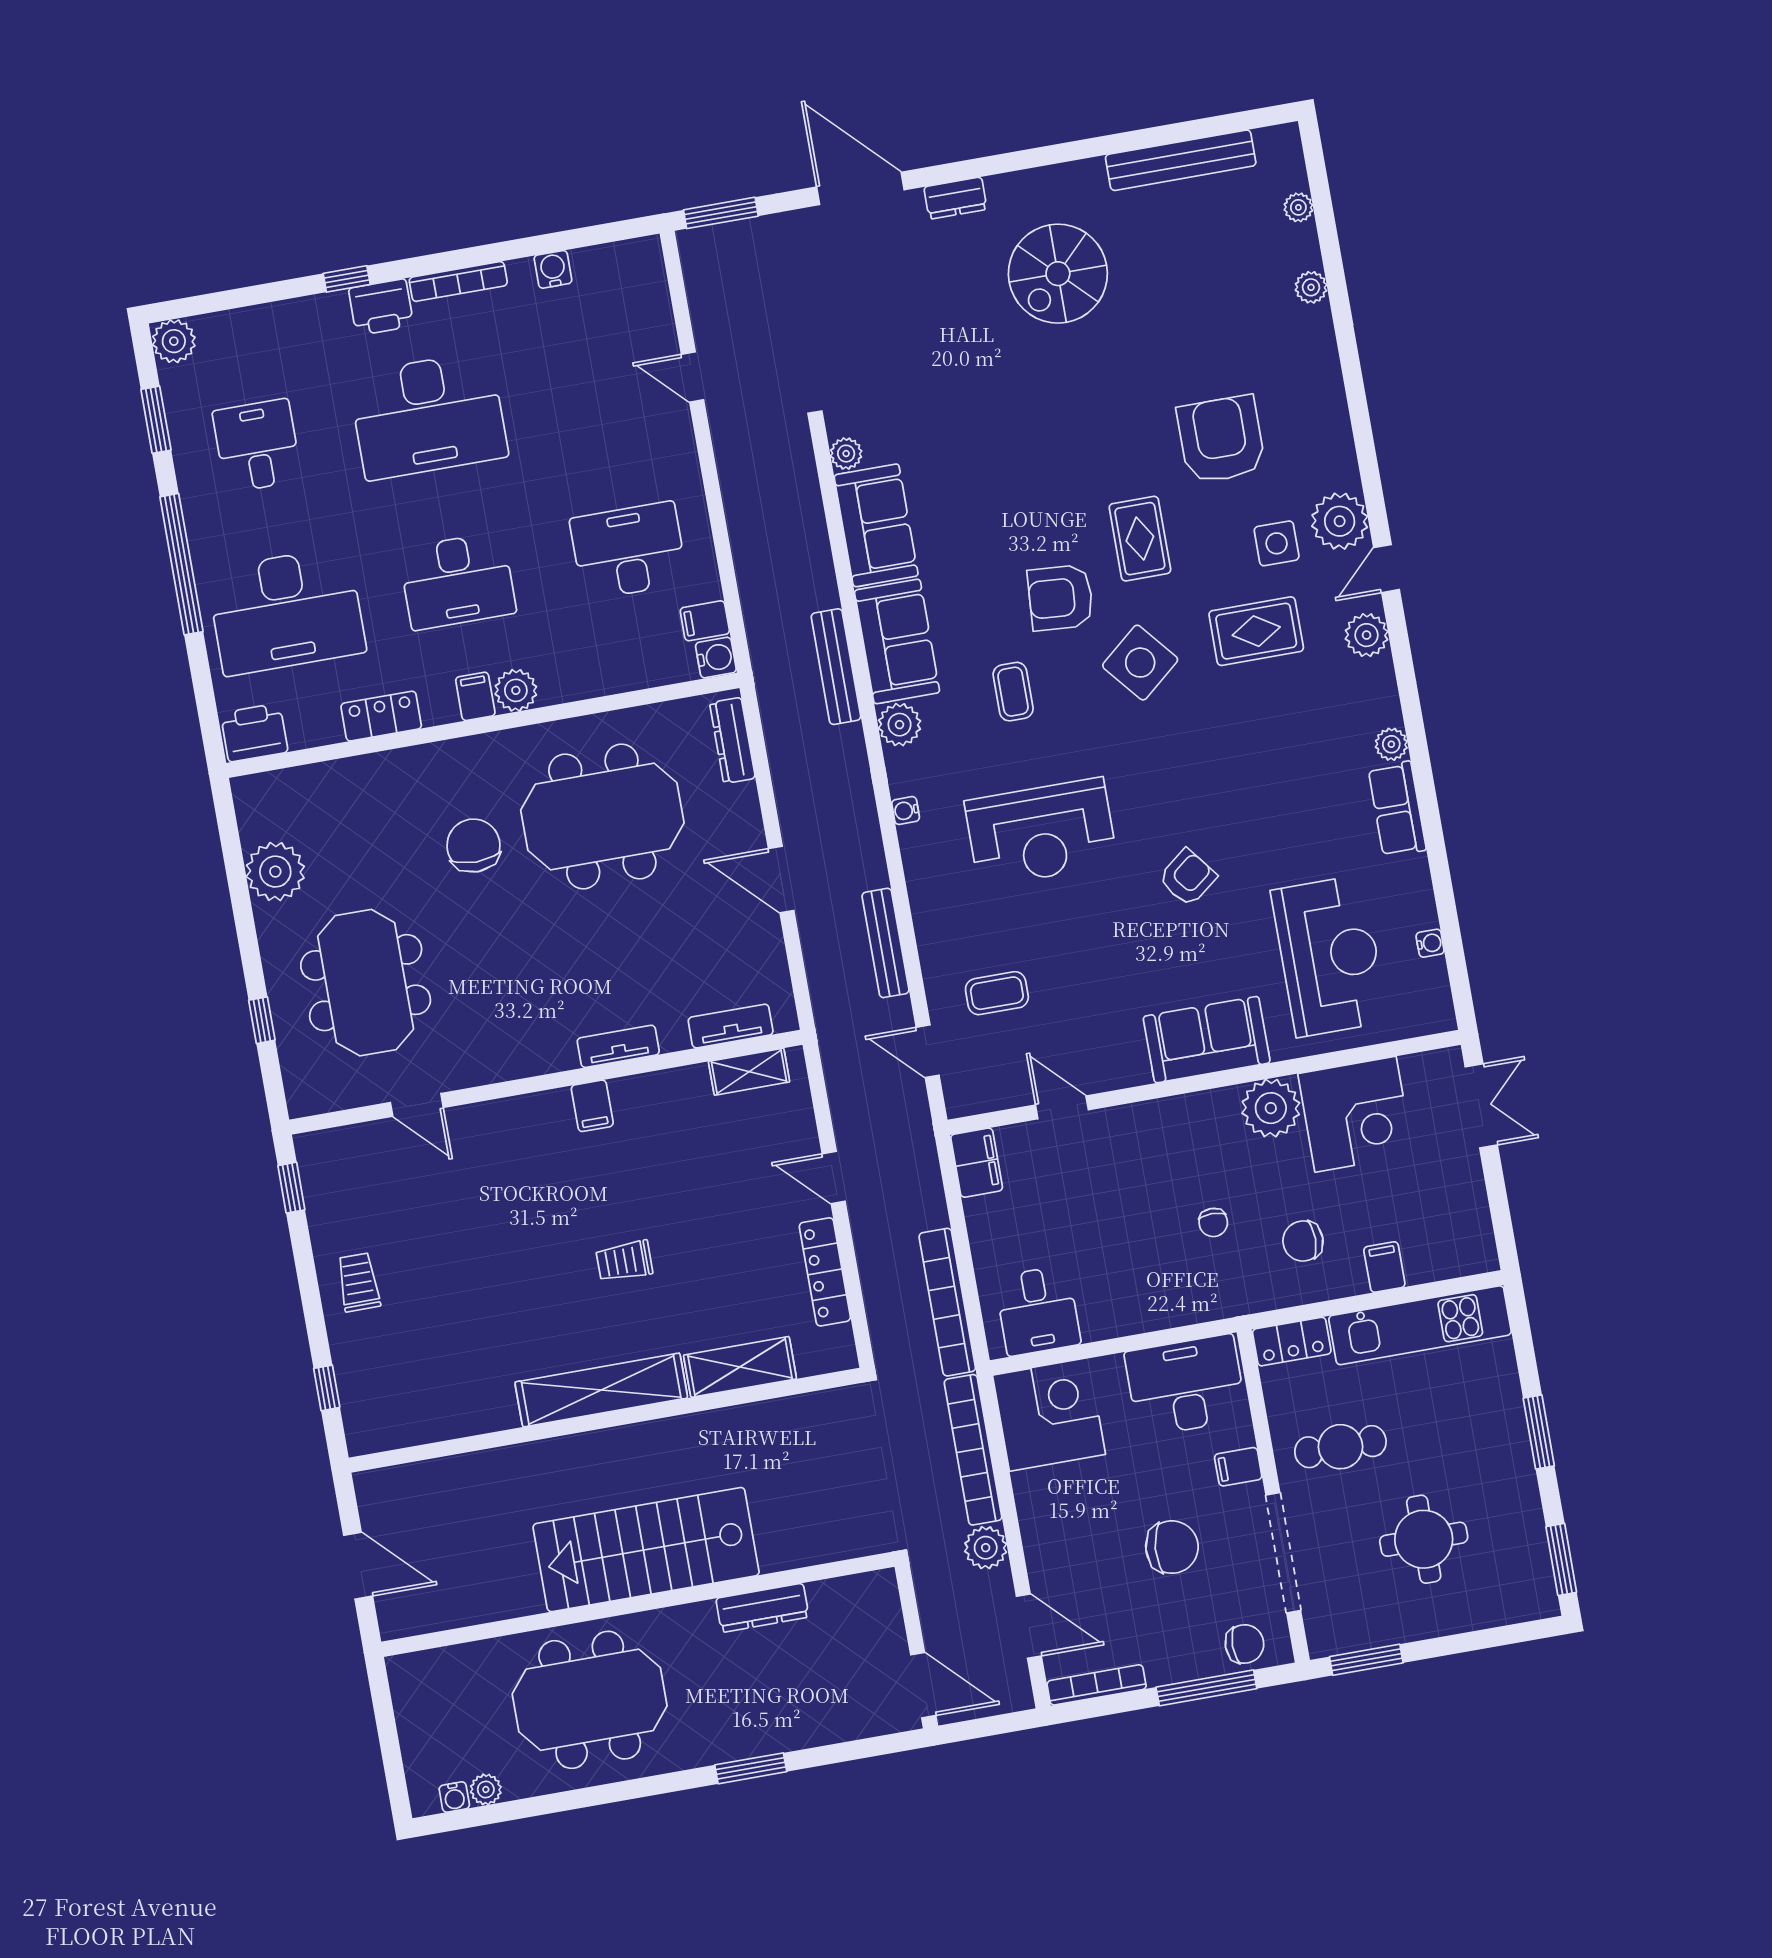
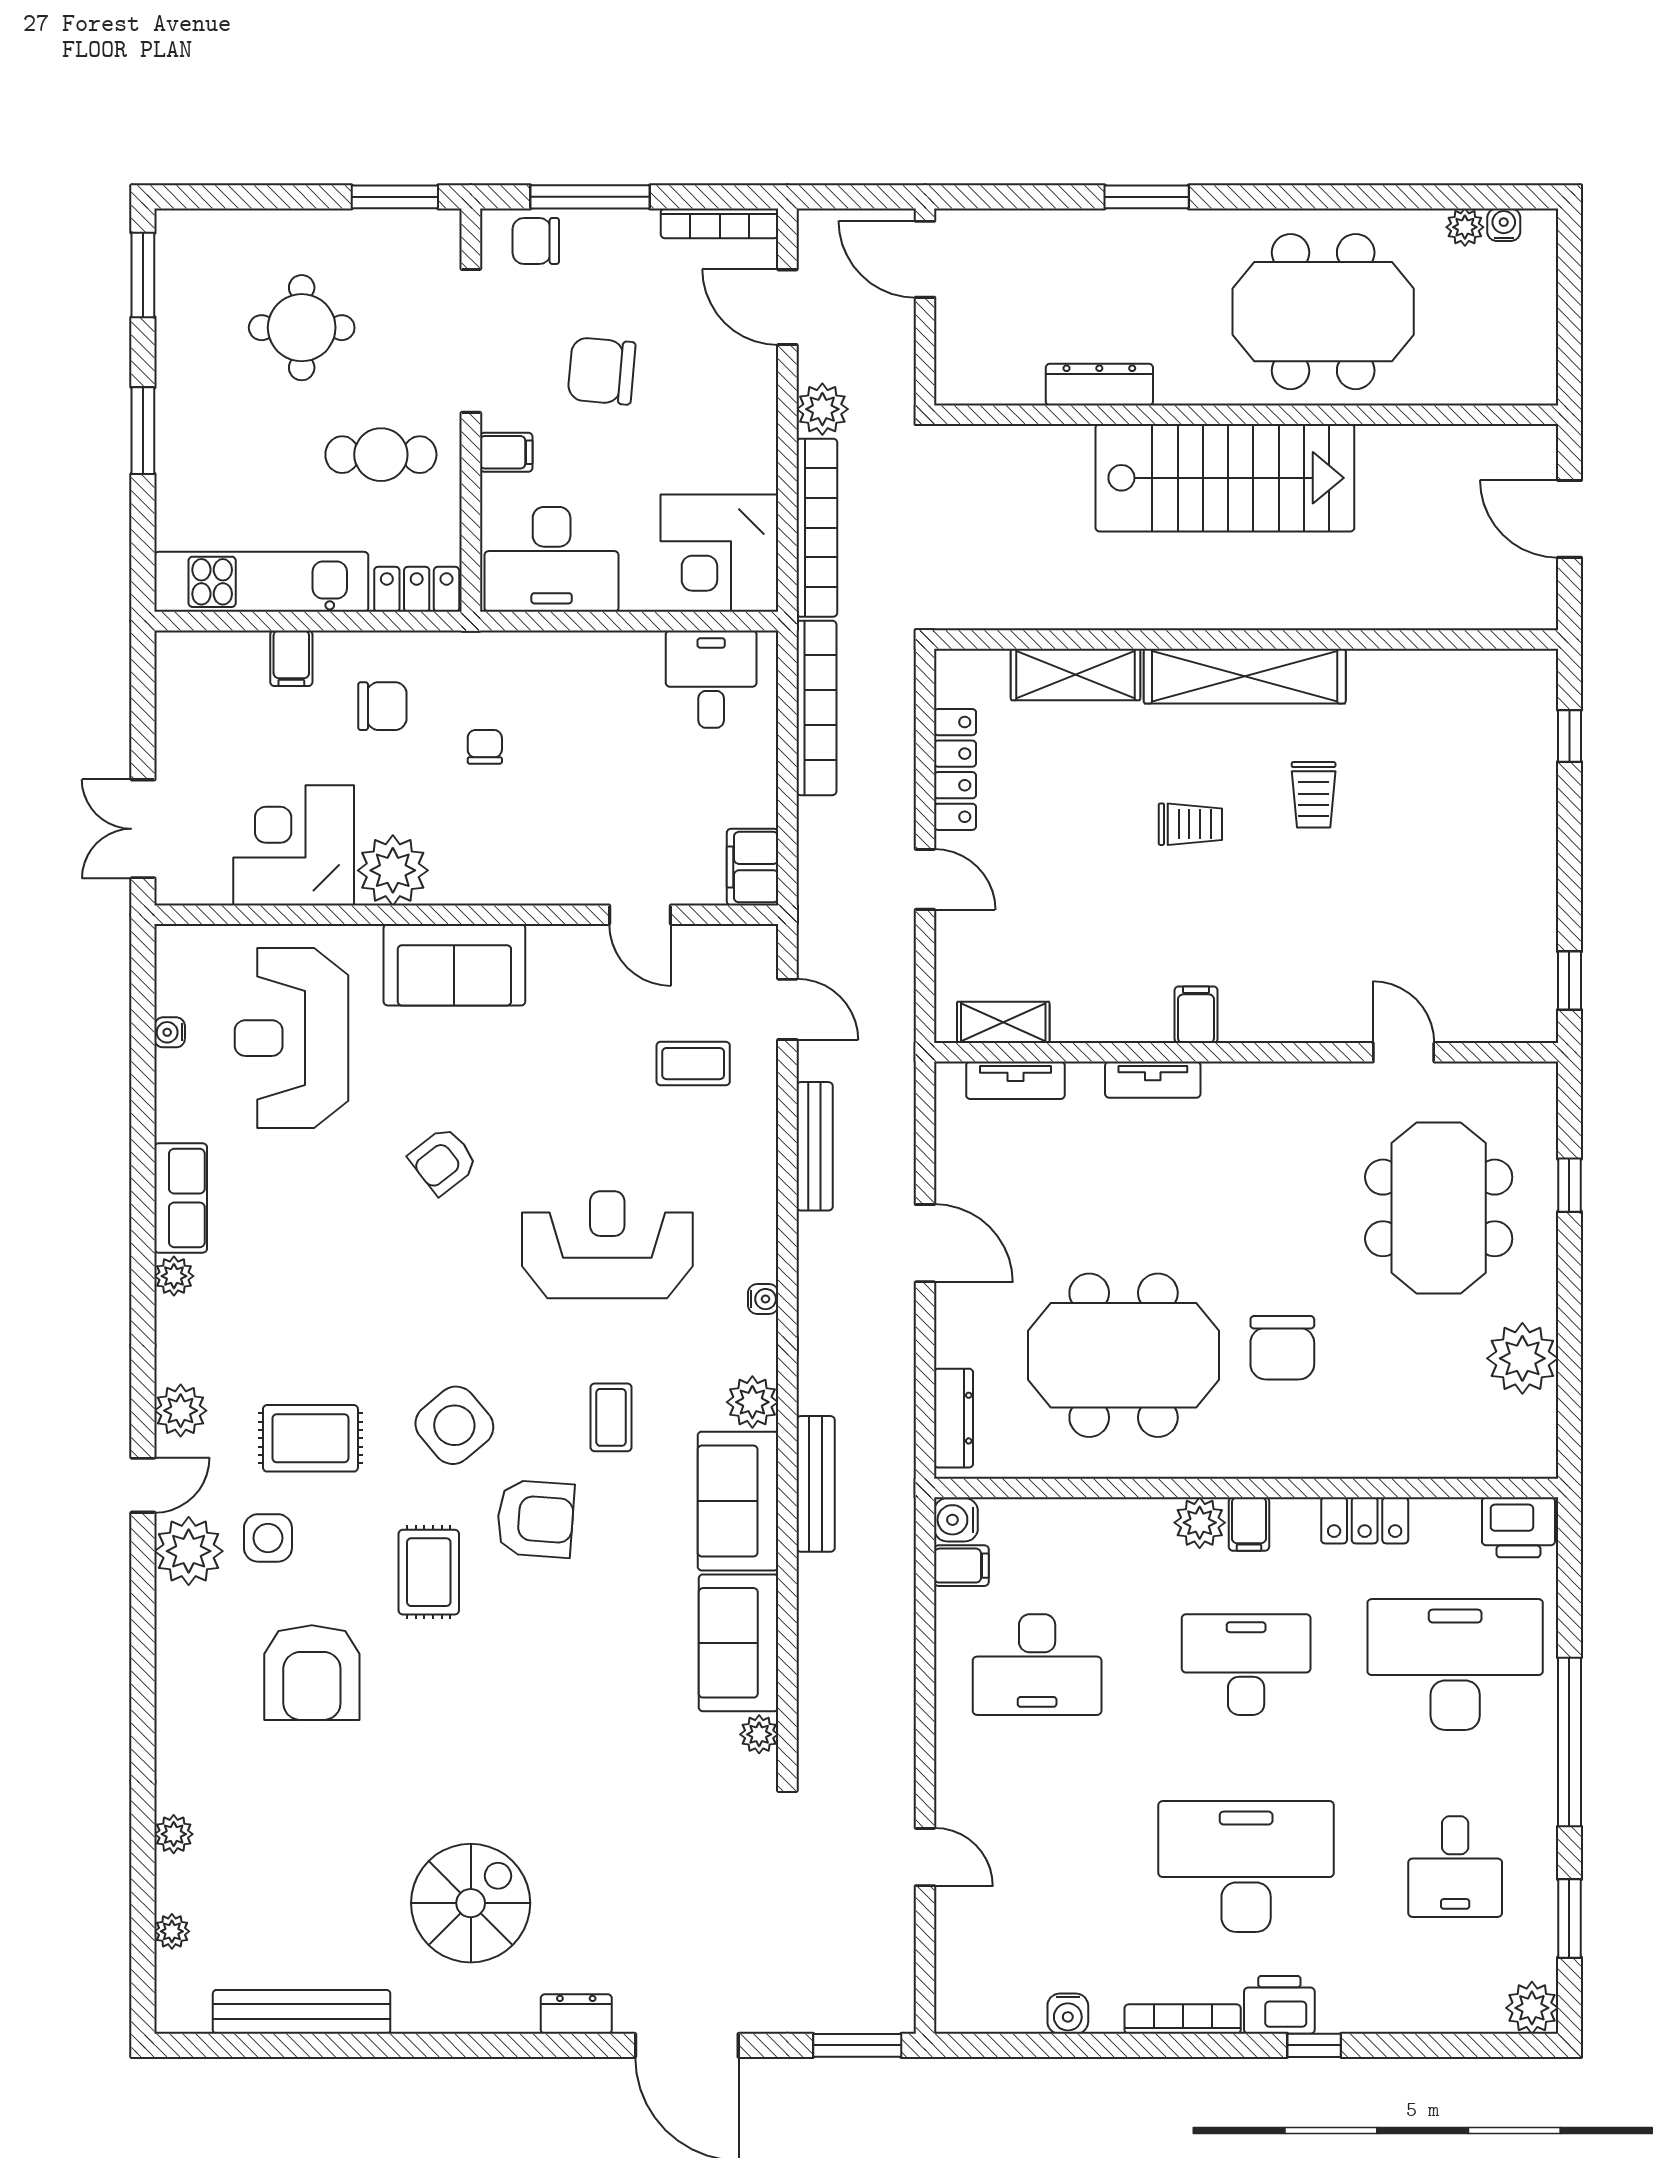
trolley: (358, 1282) -> (1314, 795), moved

